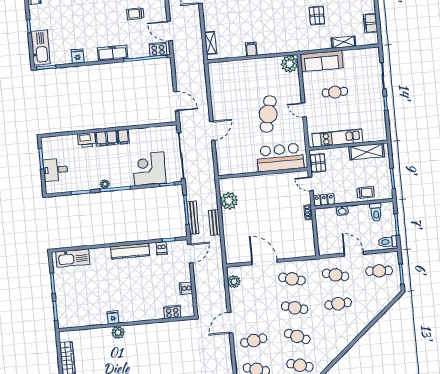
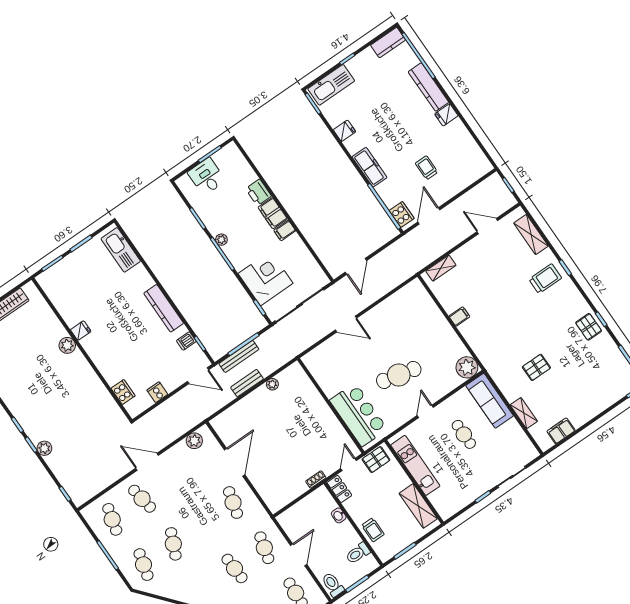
plant: (229, 201) -> (272, 384), width x0.53, depth x0.53
cafe table: (295, 308) -> (203, 523), removed

